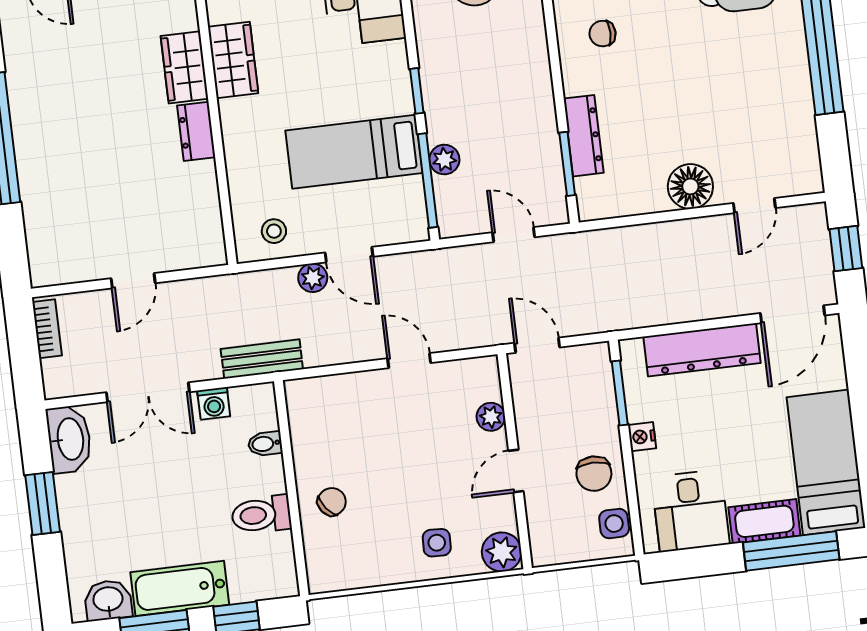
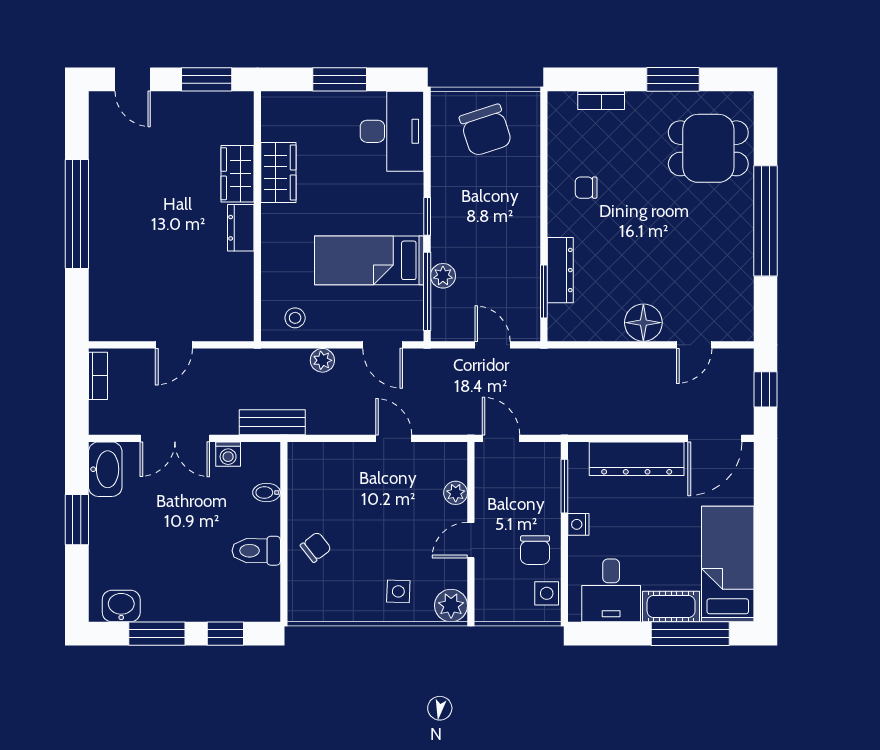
door: (349, 255) -> (383, 345), moved
bathtub: (180, 588) -> (182, 603), removed

